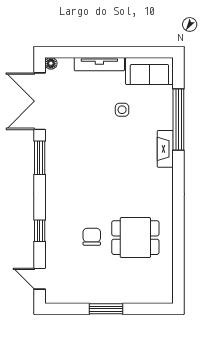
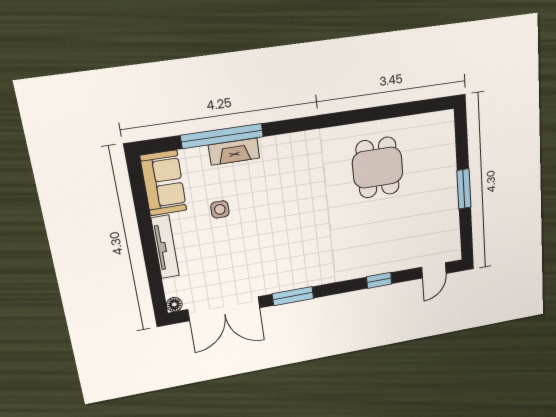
fireplace: (165, 149) -> (234, 152), moved
chair: (92, 237) -> (381, 220), removed

